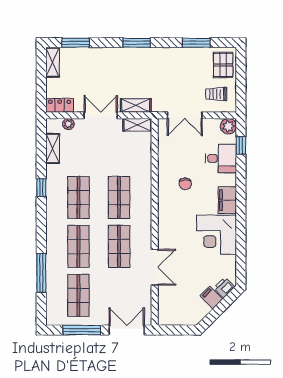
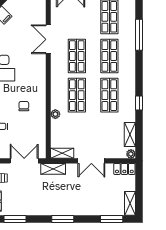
shelving: (136, 105) -> (53, 169), moved
plant: (68, 124) -> (131, 154), moved
plant: (146, 174) -> (55, 114), added

